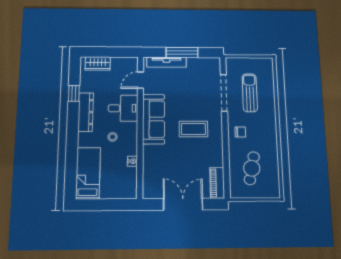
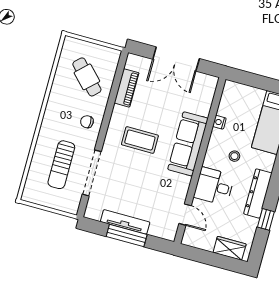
tv unit: (167, 62) -> (125, 222), moved
door: (140, 80) -> (185, 215), hinge flipped
sofa: (154, 119) -> (188, 144), moved
cafe table: (252, 168) -> (87, 77), turned -56
piano: (217, 183) -> (127, 88), moved

